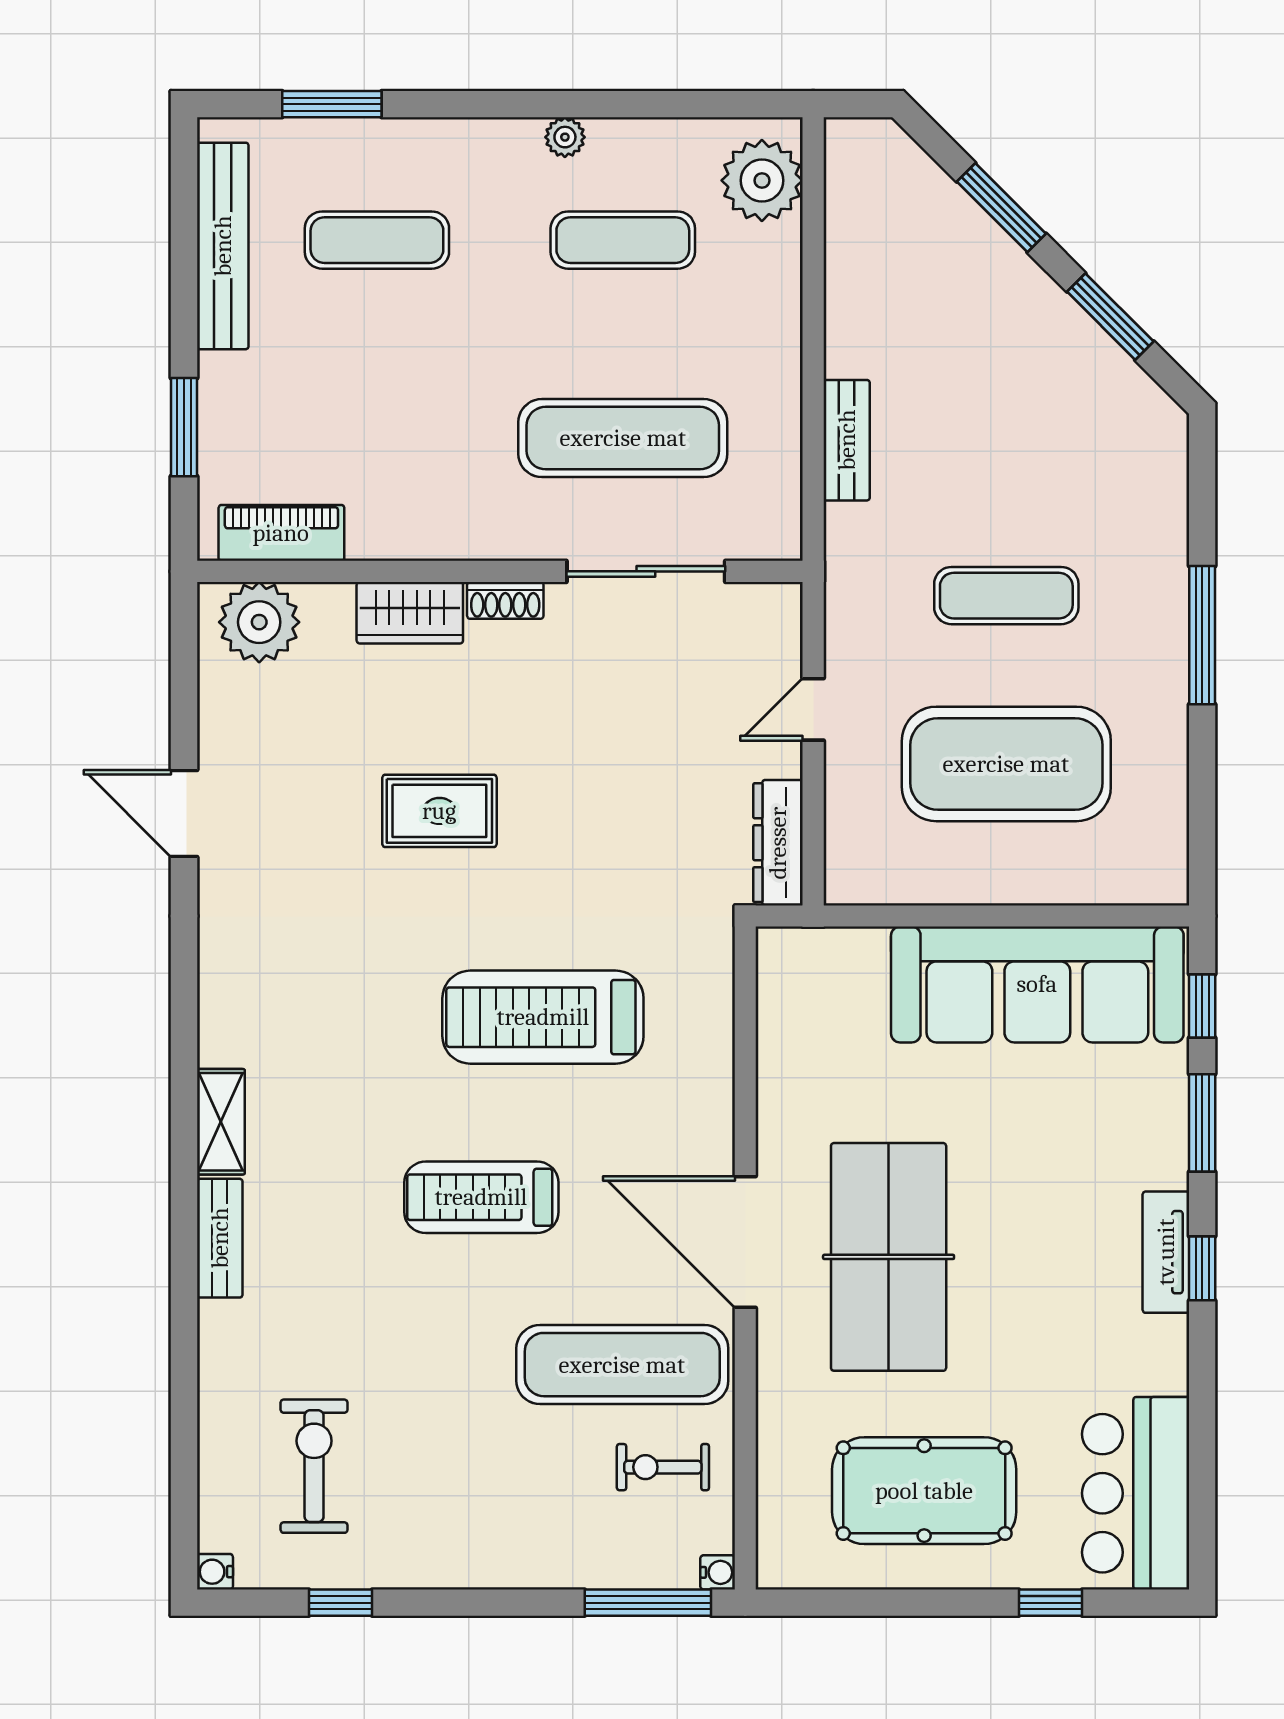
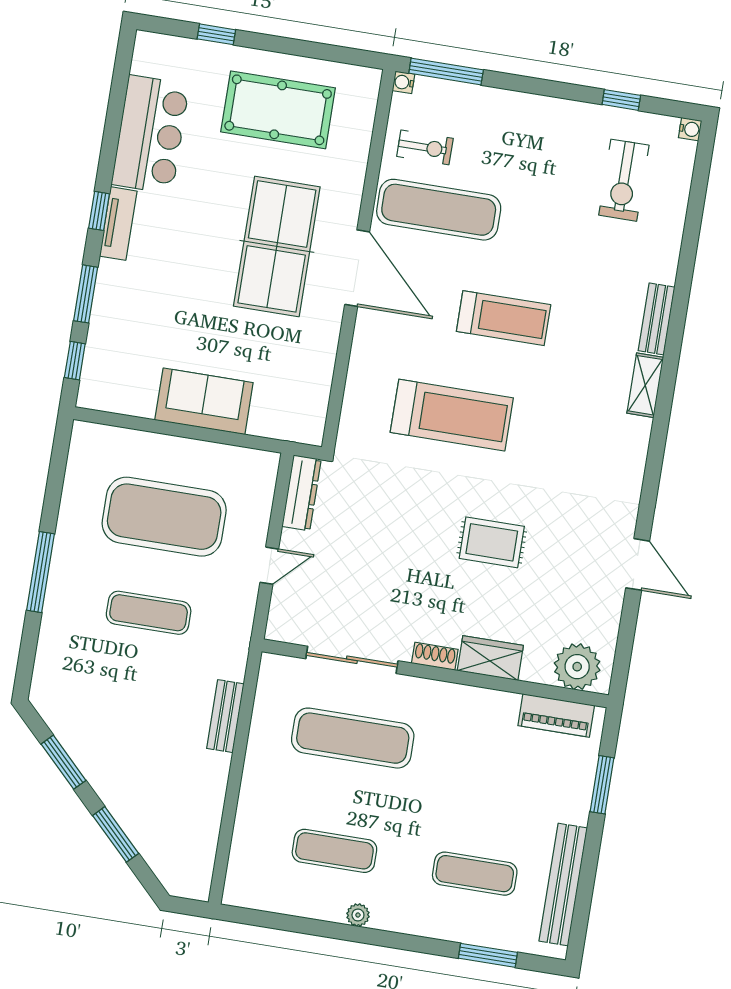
plant: (762, 180) -> (250, 872), removed
sofa: (1037, 984) -> (204, 401), width x0.54, depth x0.79
bar counter: (1136, 1493) -> (150, 134), moved

